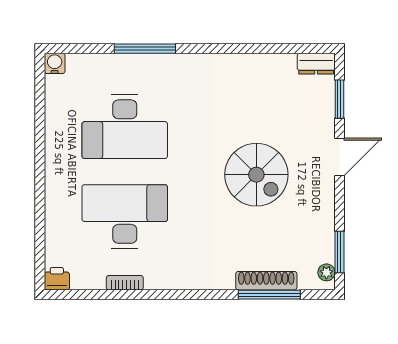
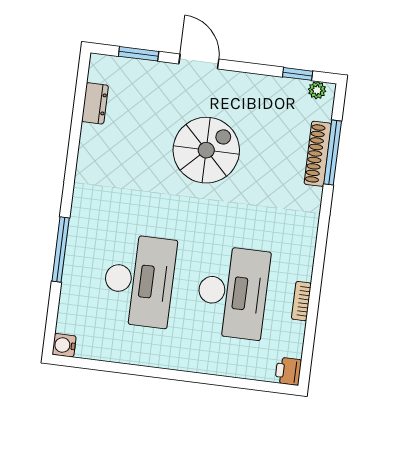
dresser: (316, 64) -> (95, 103), moved
desk: (125, 217) -> (233, 292), turned 180
window: (339, 252) -> (298, 74), width x0.67

